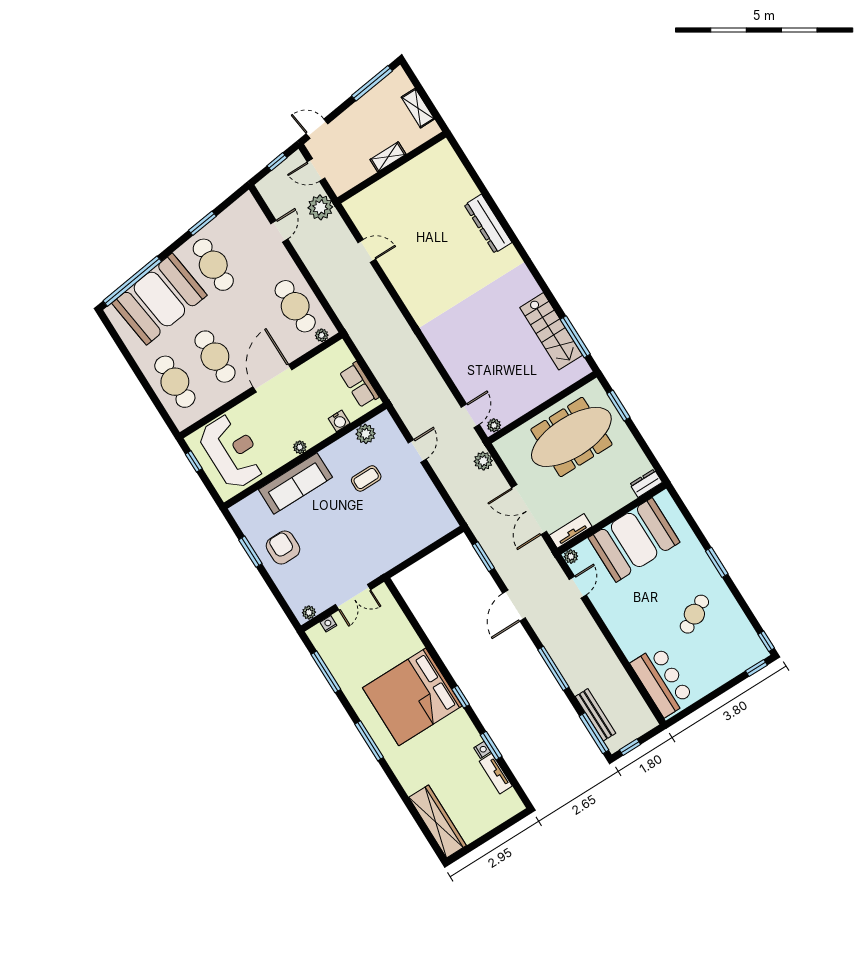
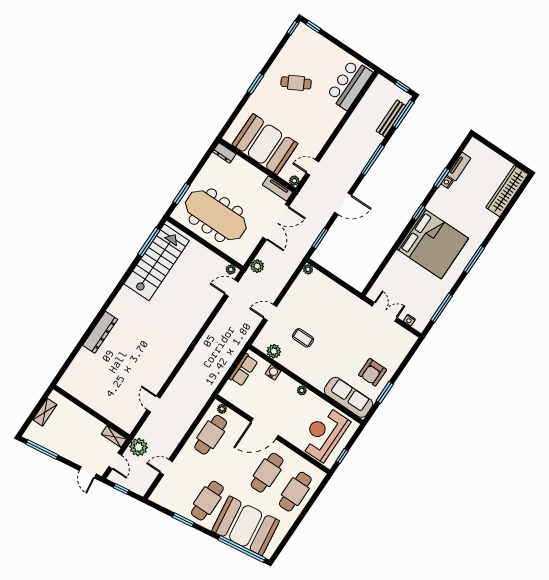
shelving: (388, 157) -> (114, 437), moved
stairs: (551, 331) -> (157, 262), width x1.36, depth x1.51
sofa: (295, 483) -> (348, 397), moved
plant: (309, 612) -> (308, 269), moved

